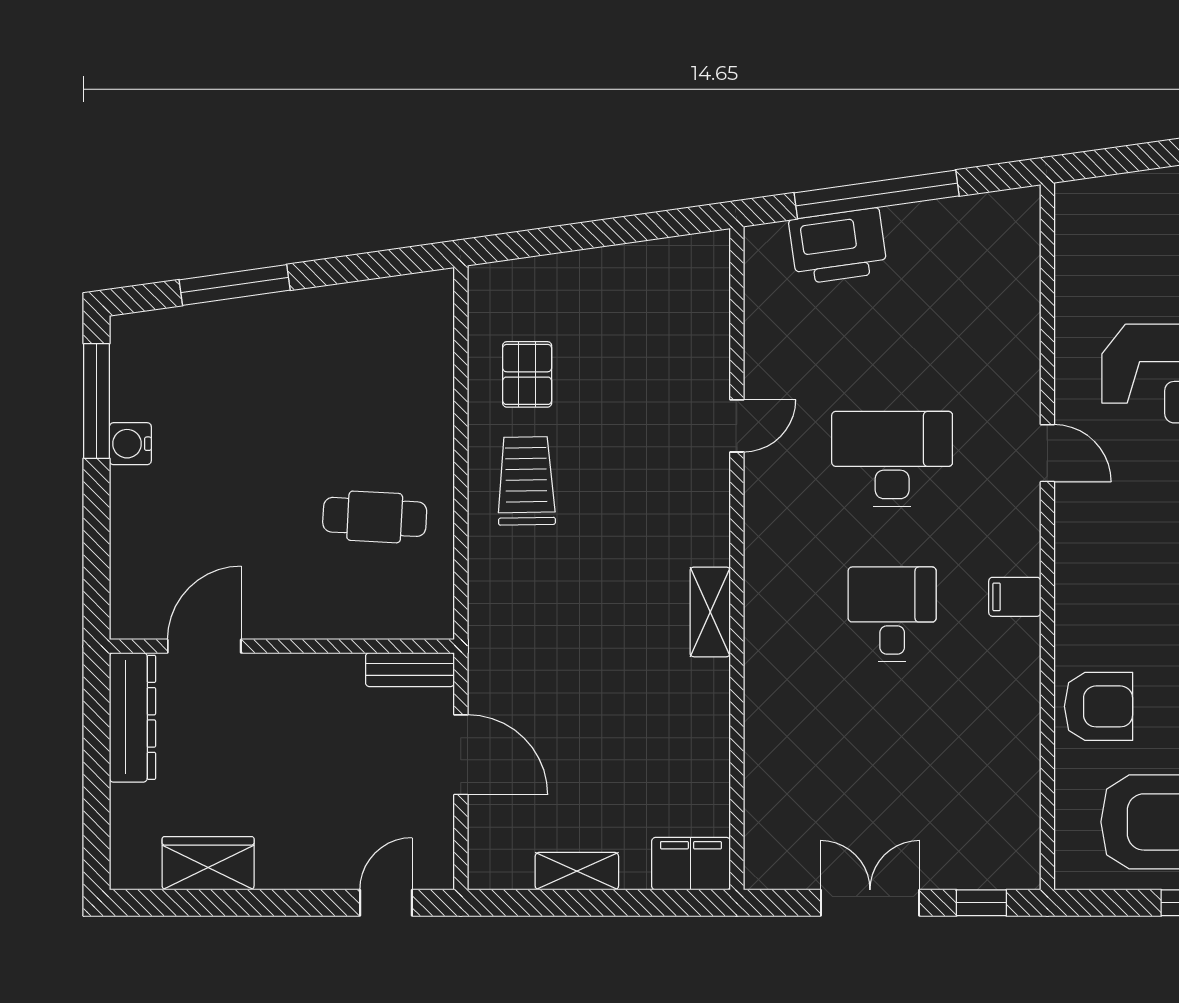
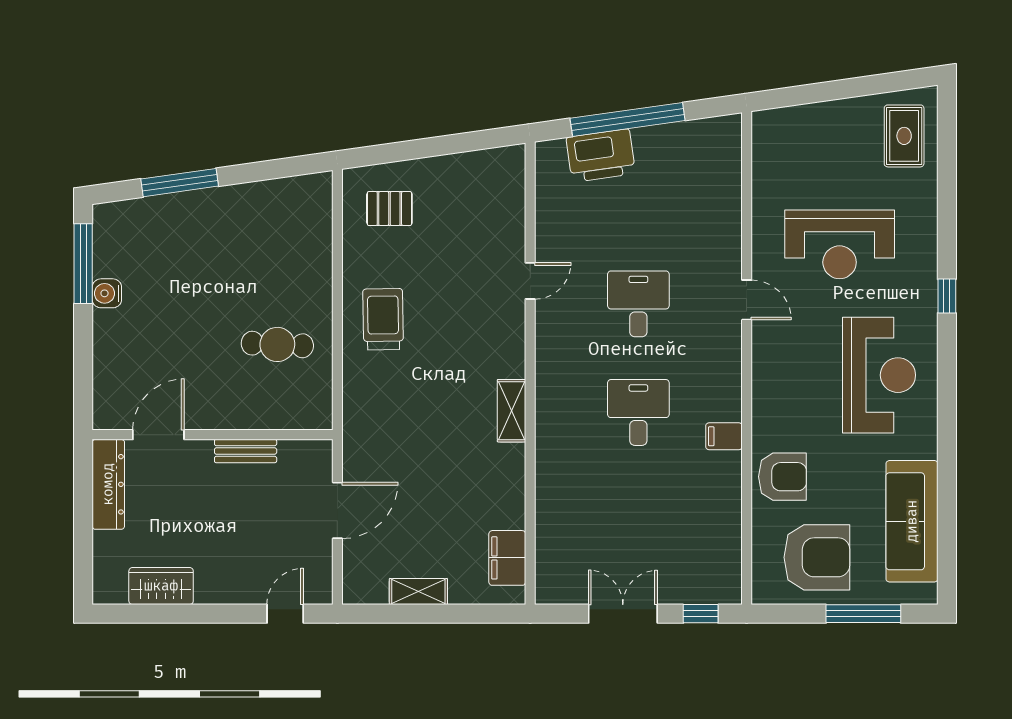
pallet: (527, 374) -> (389, 209), moved, turned 90
desk: (892, 459) -> (638, 304), width x0.73
filing cabinet: (1015, 597) -> (724, 436), moved
bench: (410, 670) -> (246, 451), moved
door: (461, 755) -> (337, 510), hinge flipped
filing cabinet: (691, 864) -> (507, 558), moved, turned -90

